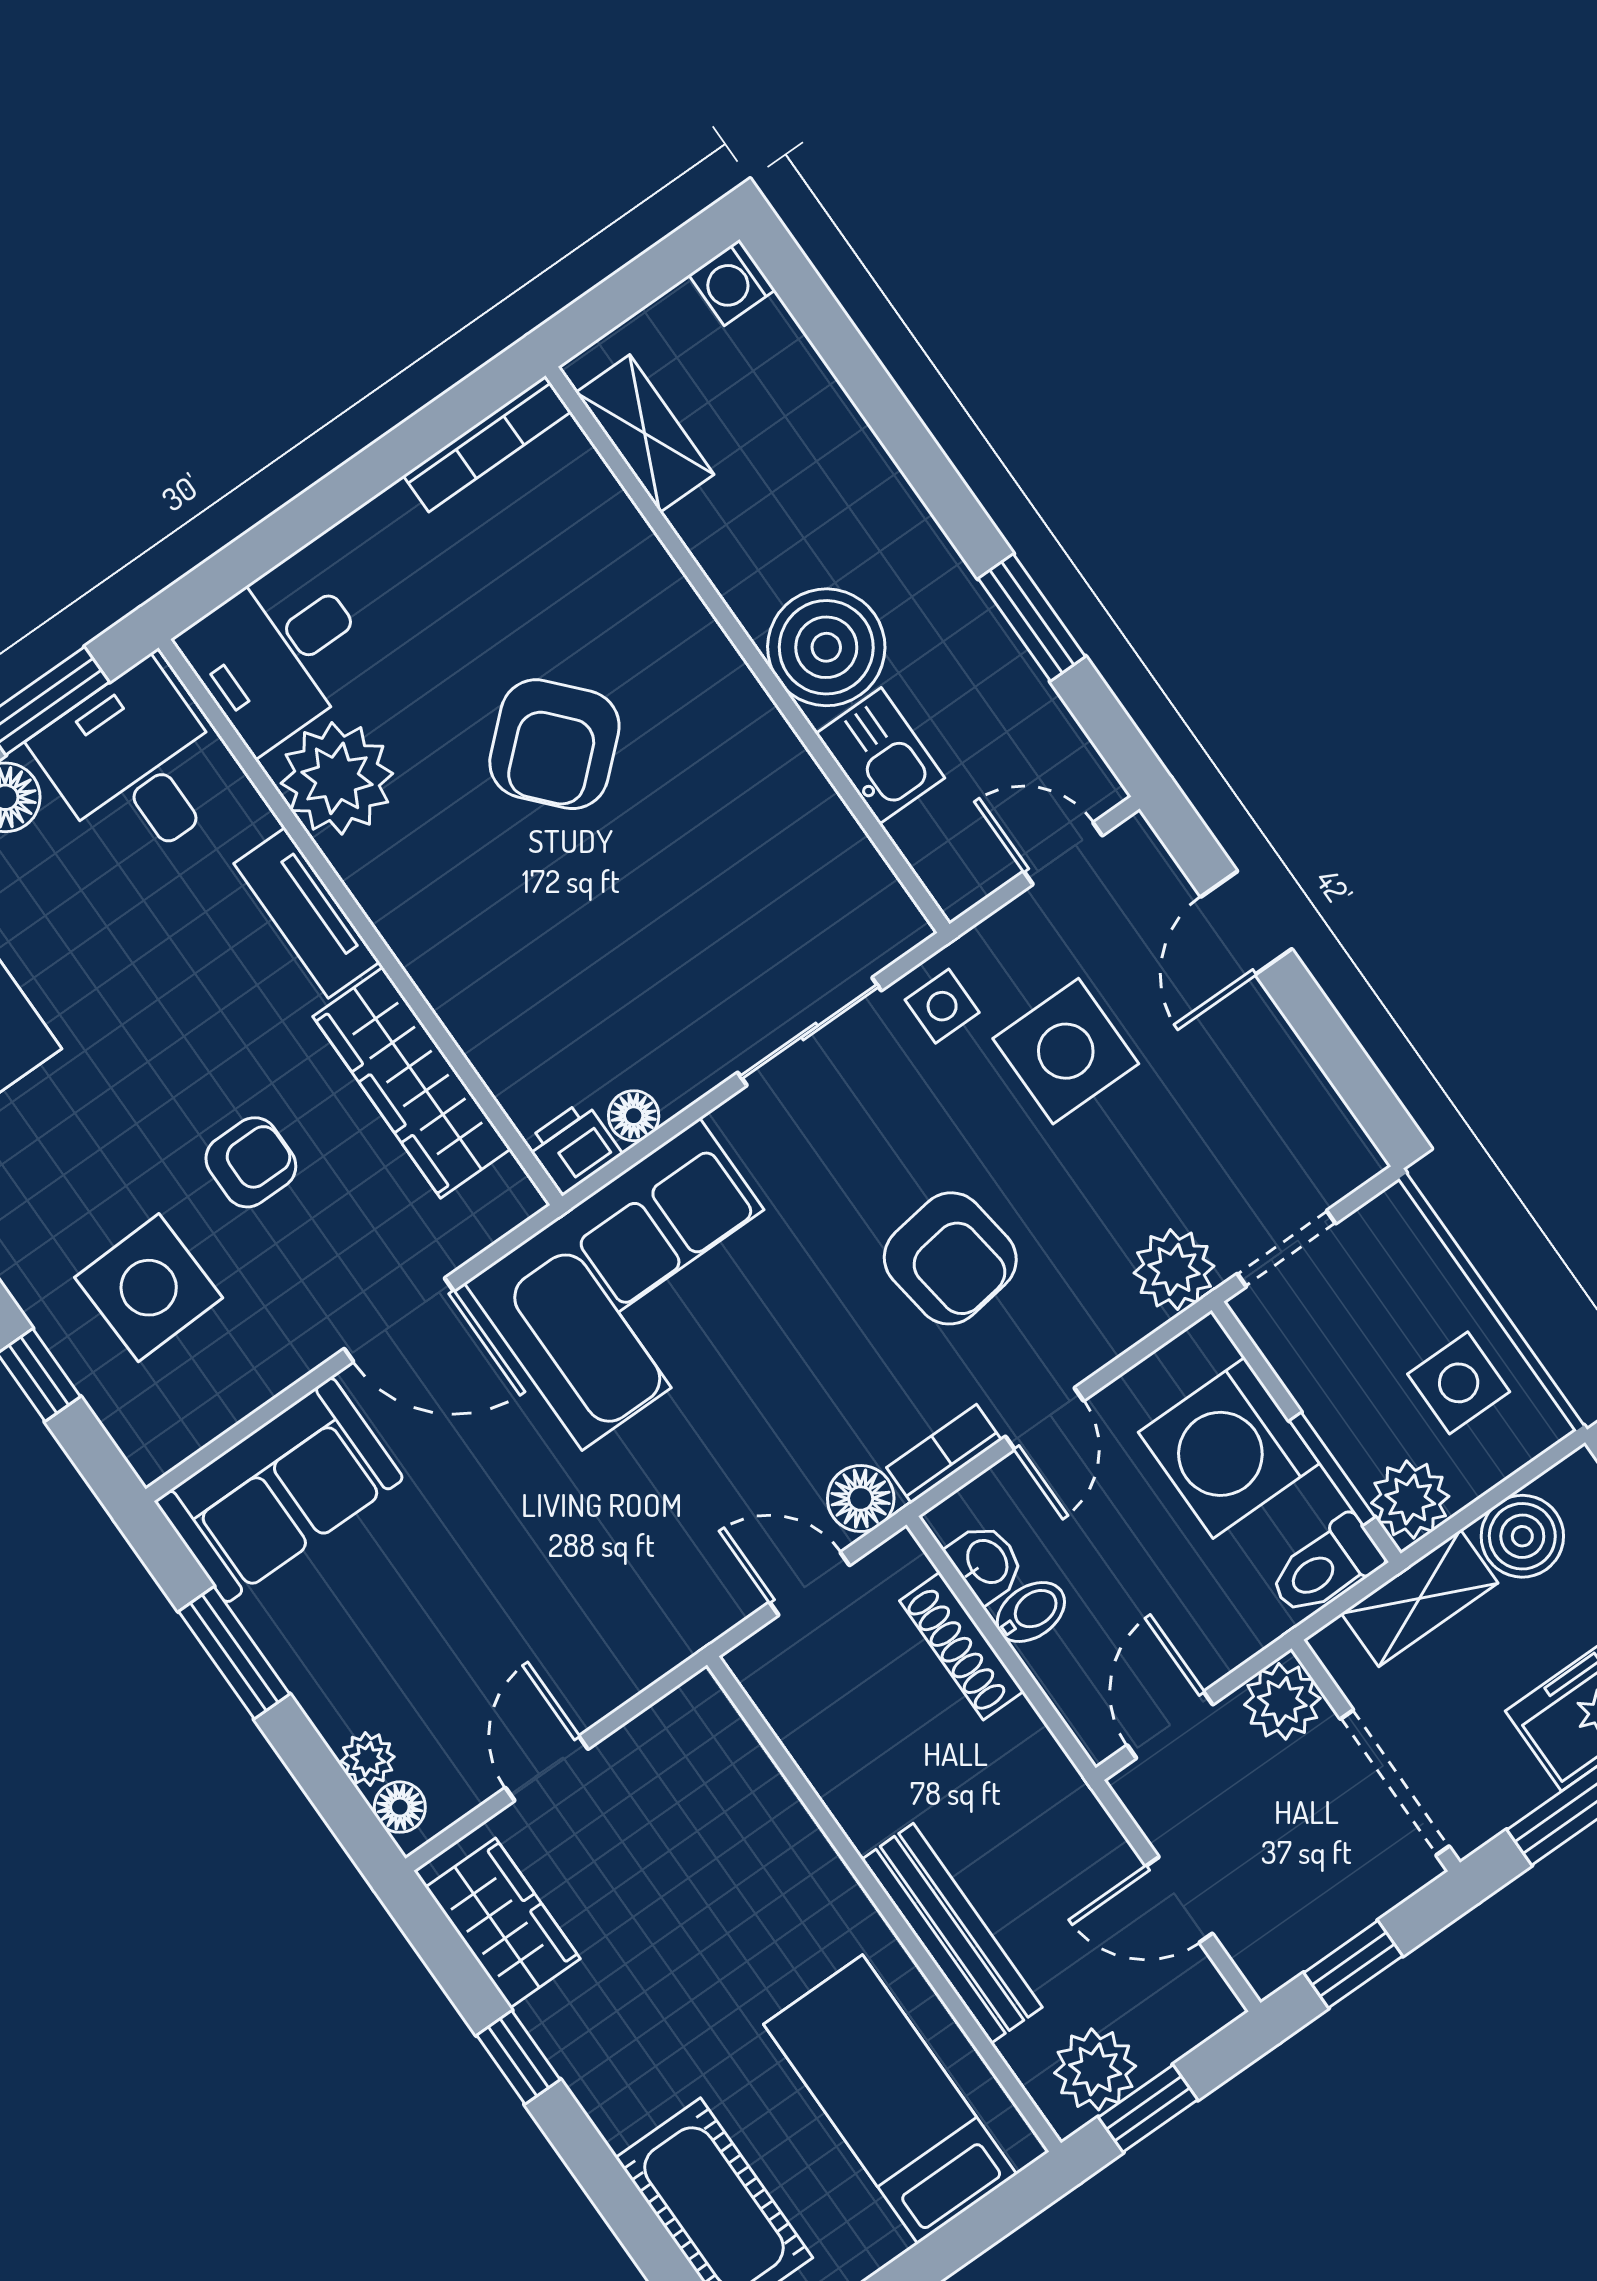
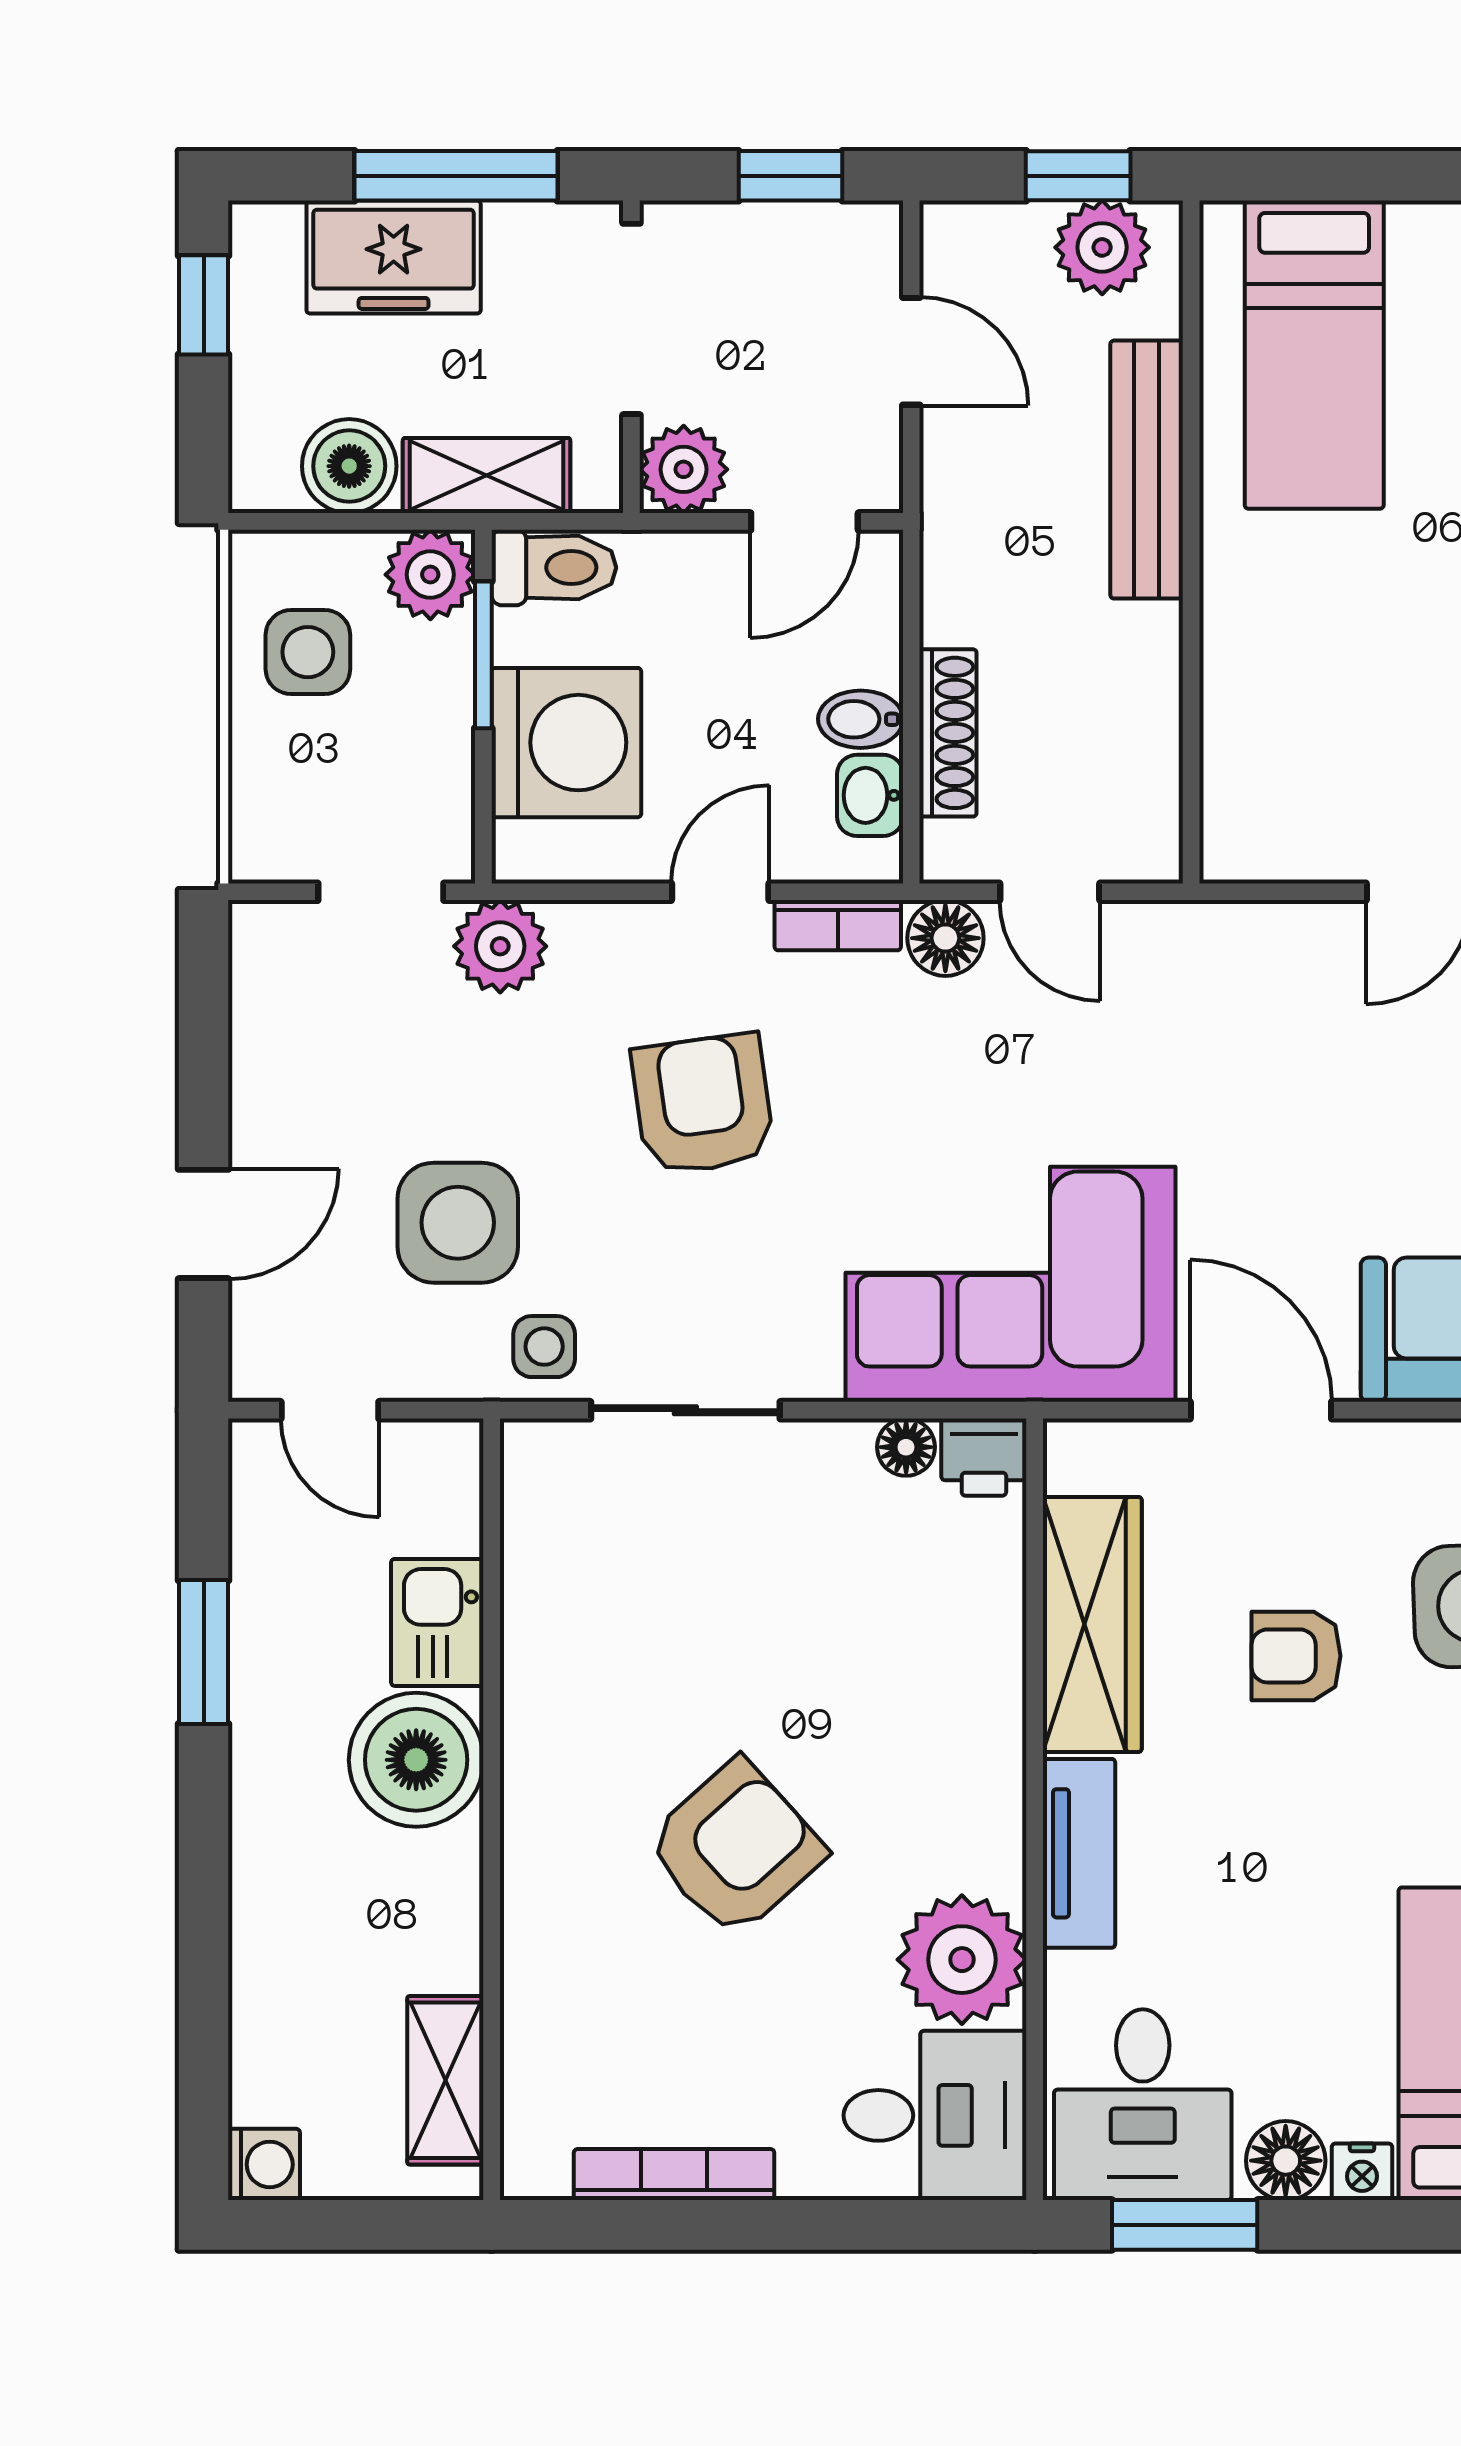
bookcase: (487, 444) -> (674, 2175), moved

